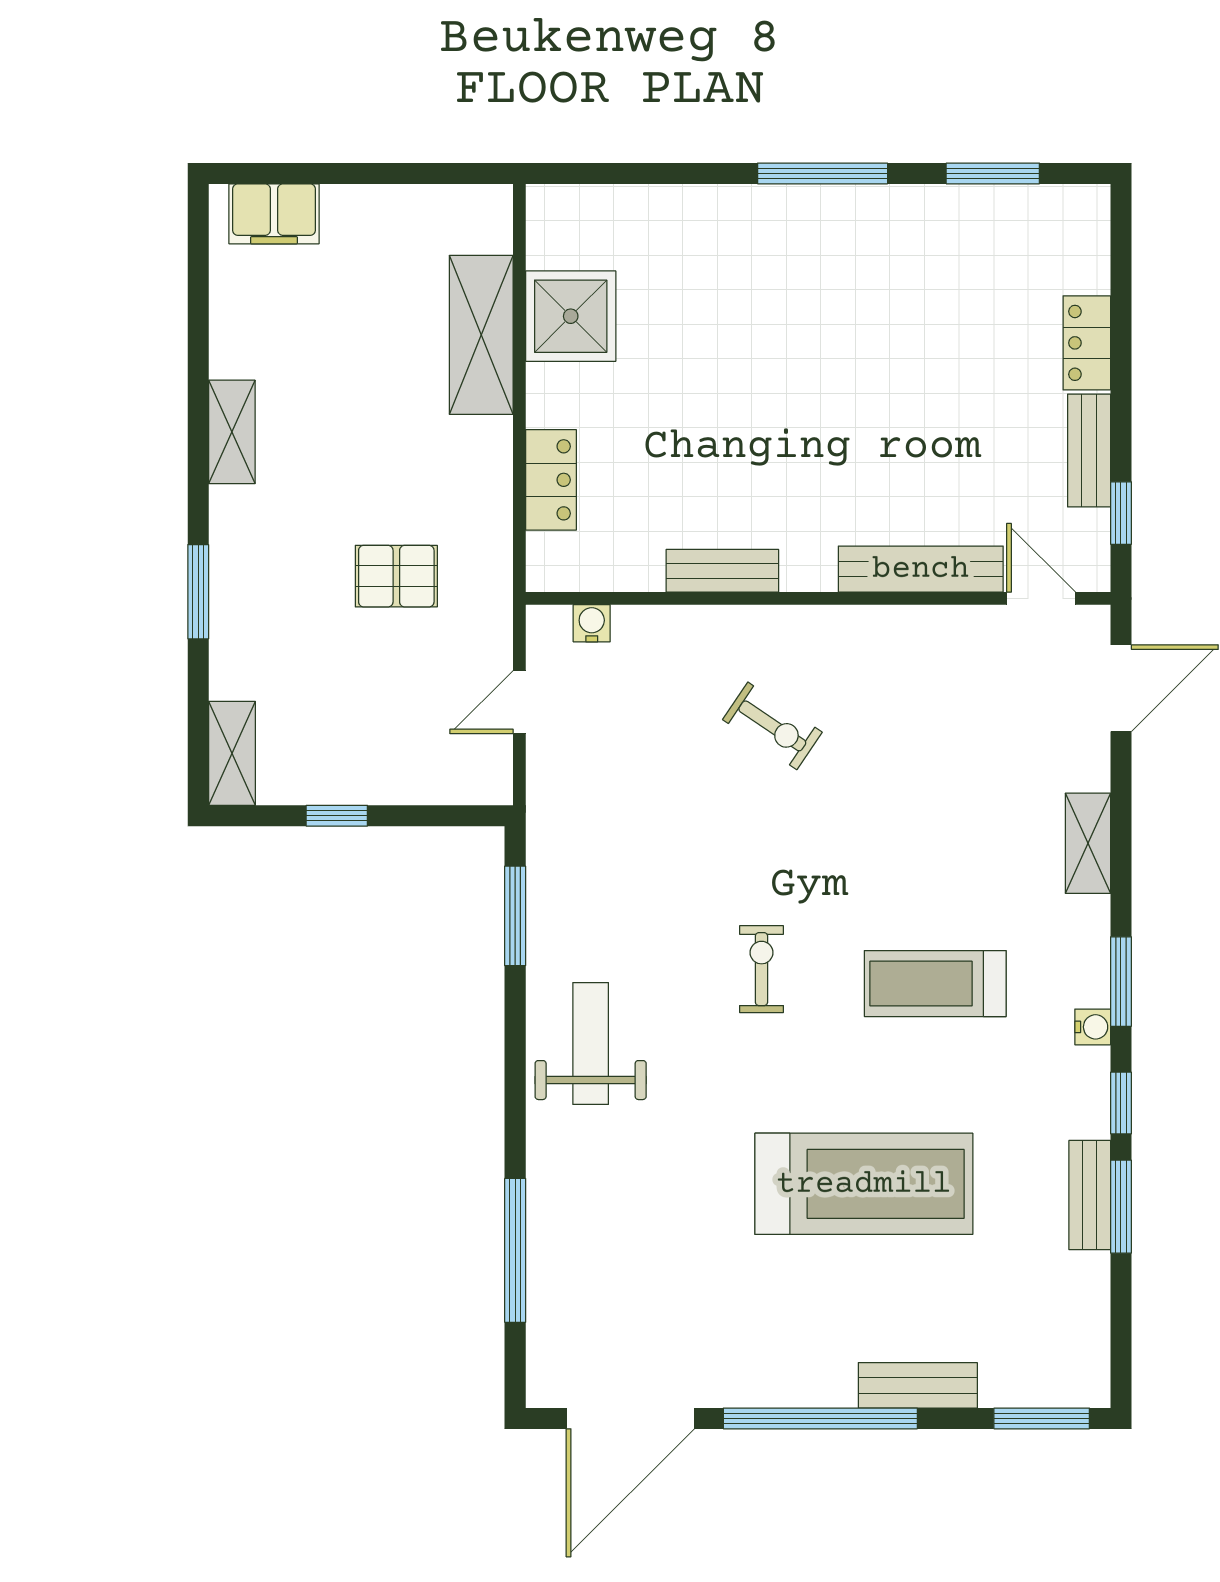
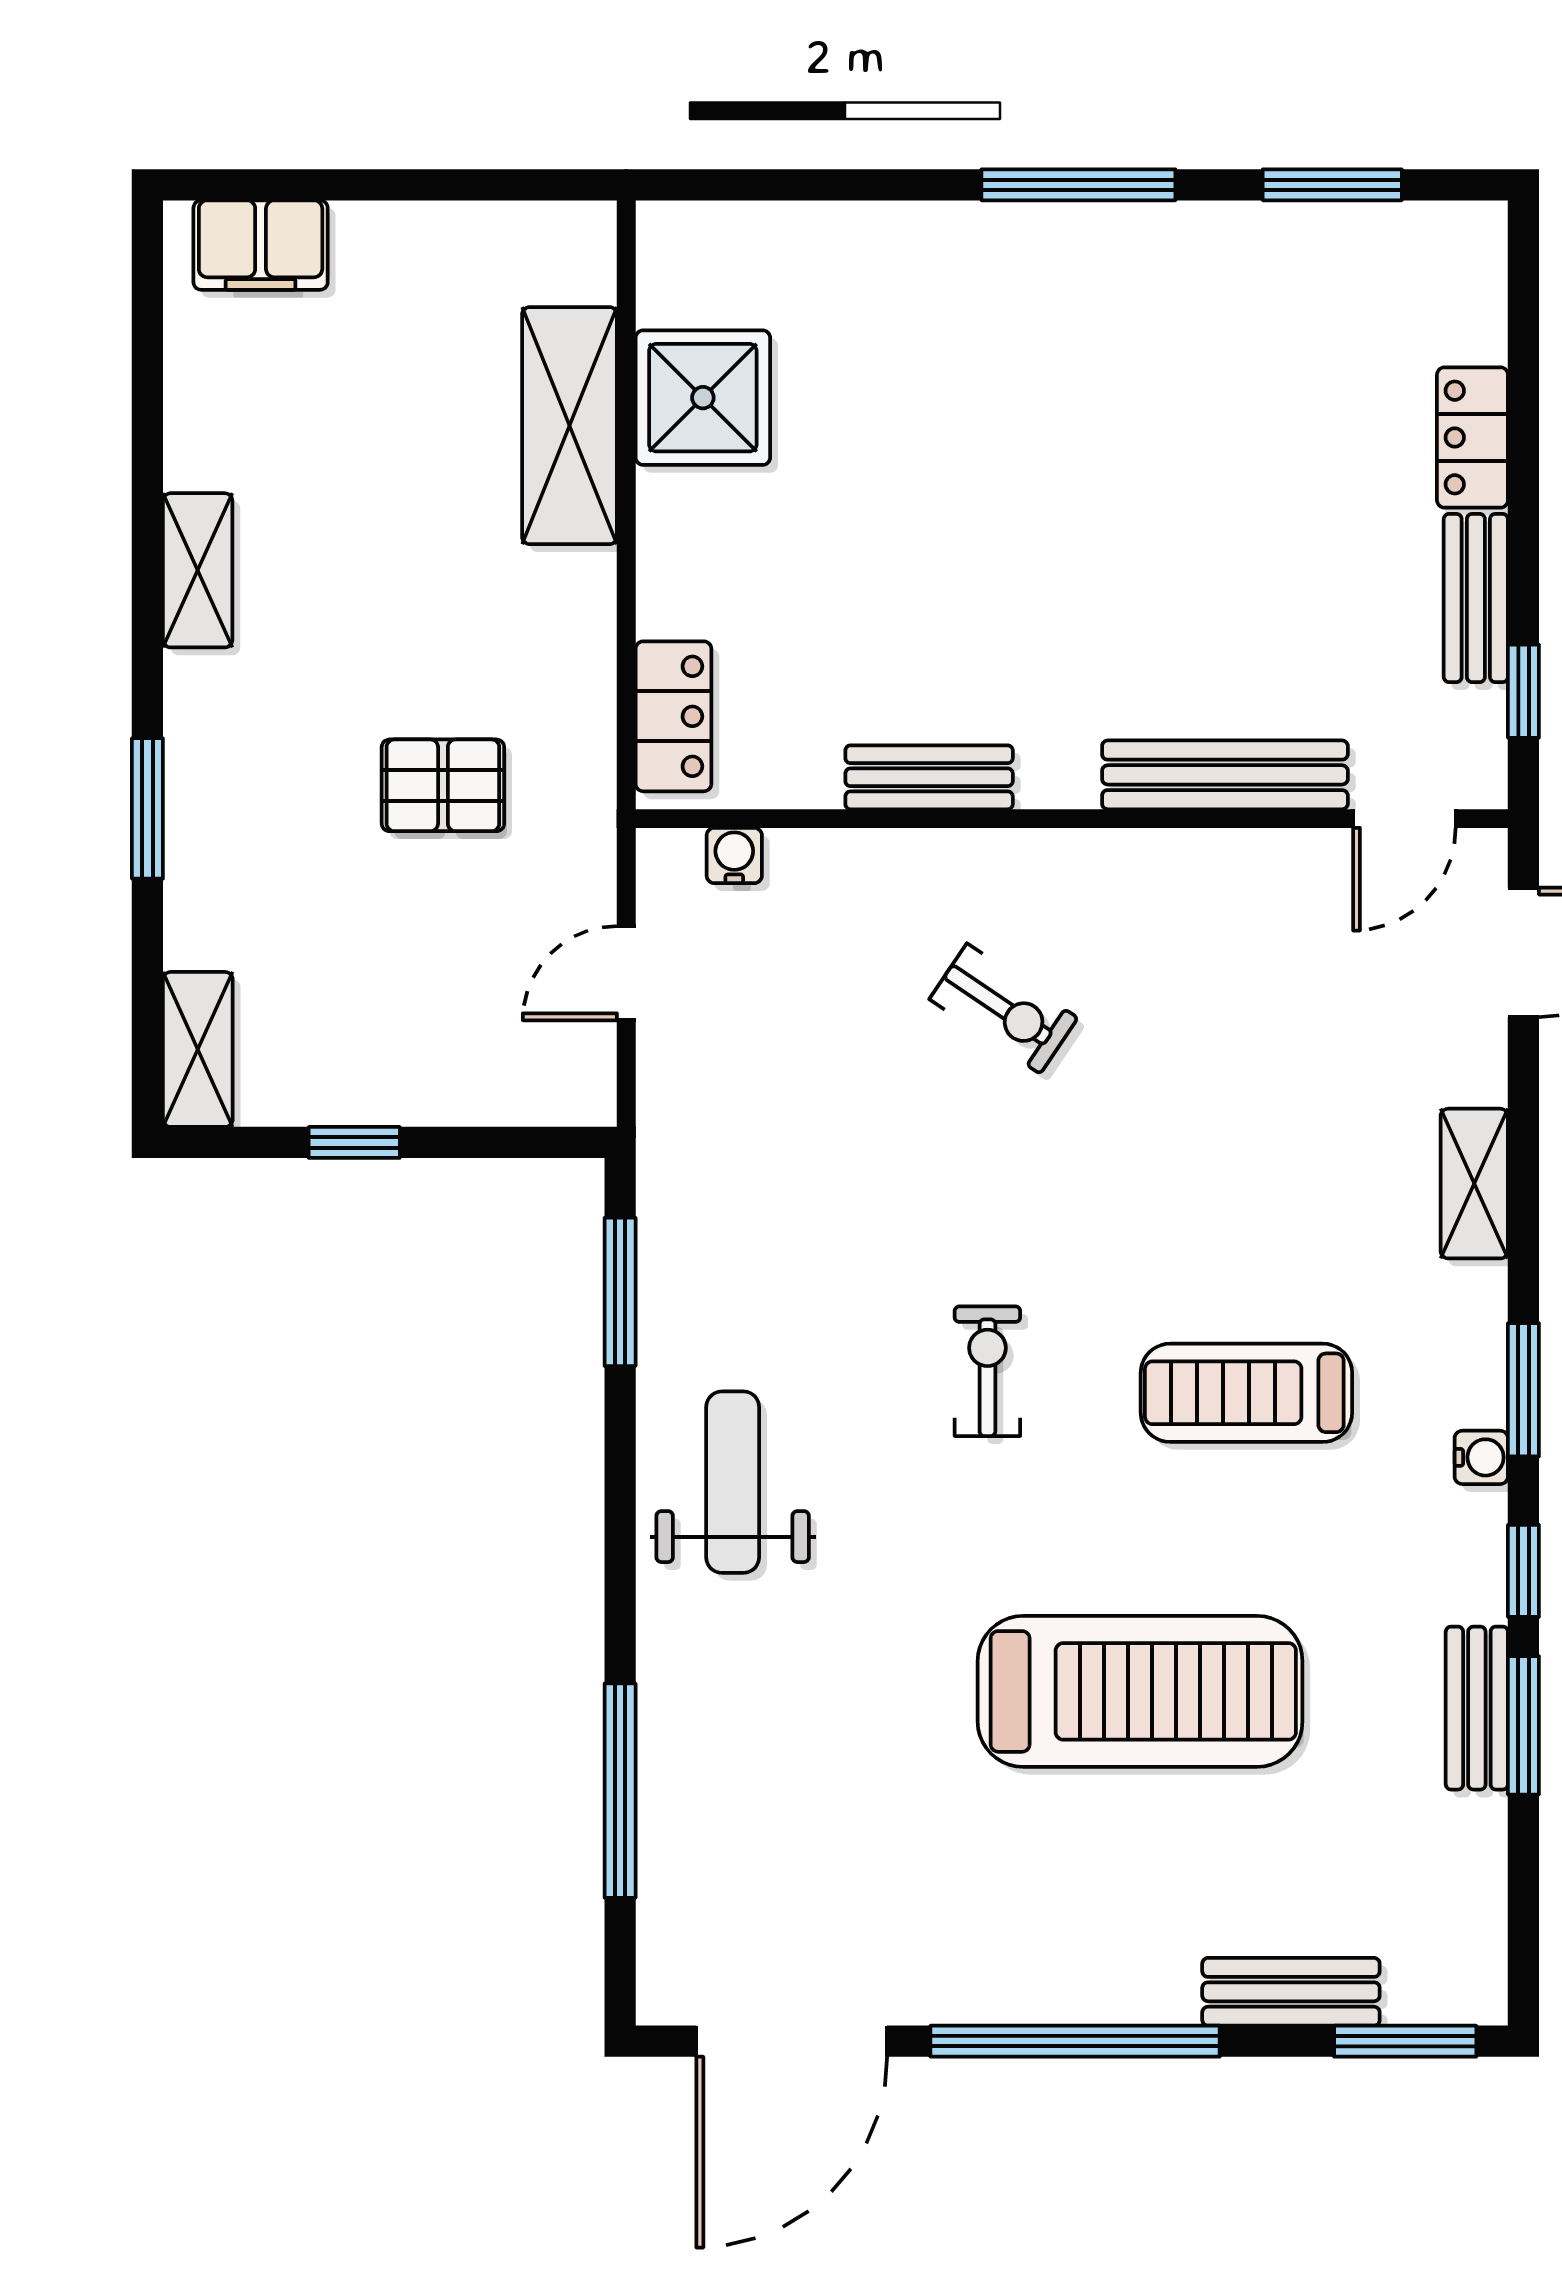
locker: (551, 480) -> (673, 716), moved
door: (1041, 598) -> (1404, 819), swing flipped
bench: (918, 1385) -> (1291, 1992), moved

